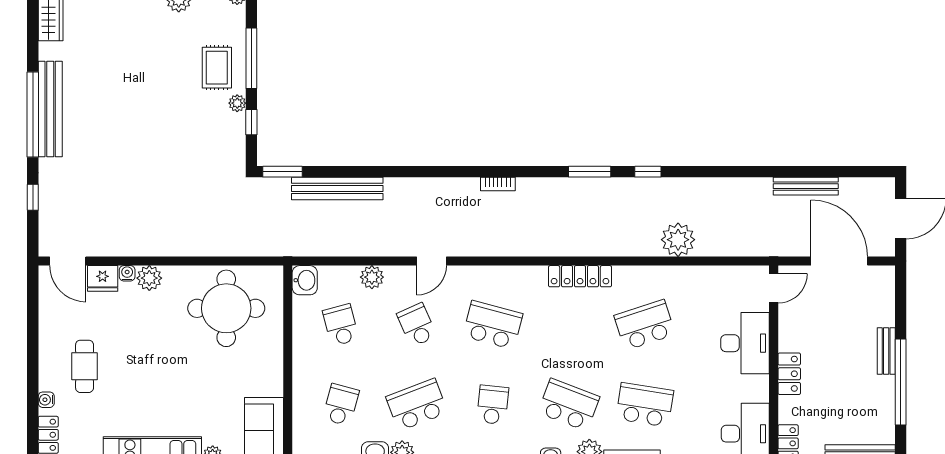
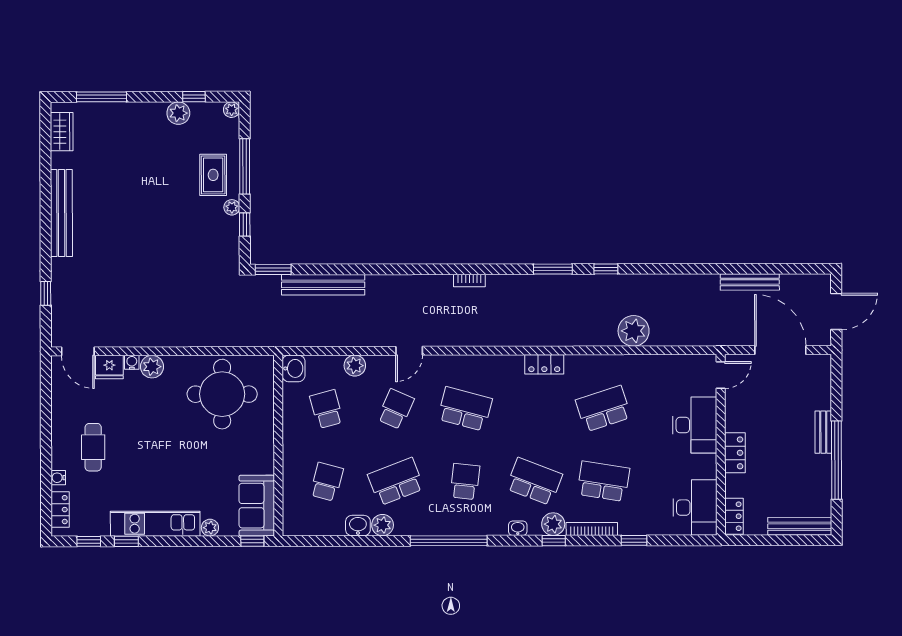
window: (33, 115) -> (46, 218), removed
locker: (580, 276) -> (544, 364), width x0.66
school desk: (417, 325) -> (396, 409), turned 48

